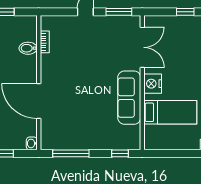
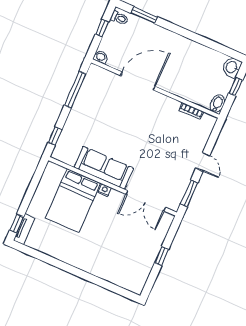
bidet: (28, 48) -> (217, 104), moved
nightstand: (153, 84) -> (105, 190), width x0.53, depth x0.56
bed: (170, 112) -> (73, 200), width x1.50

